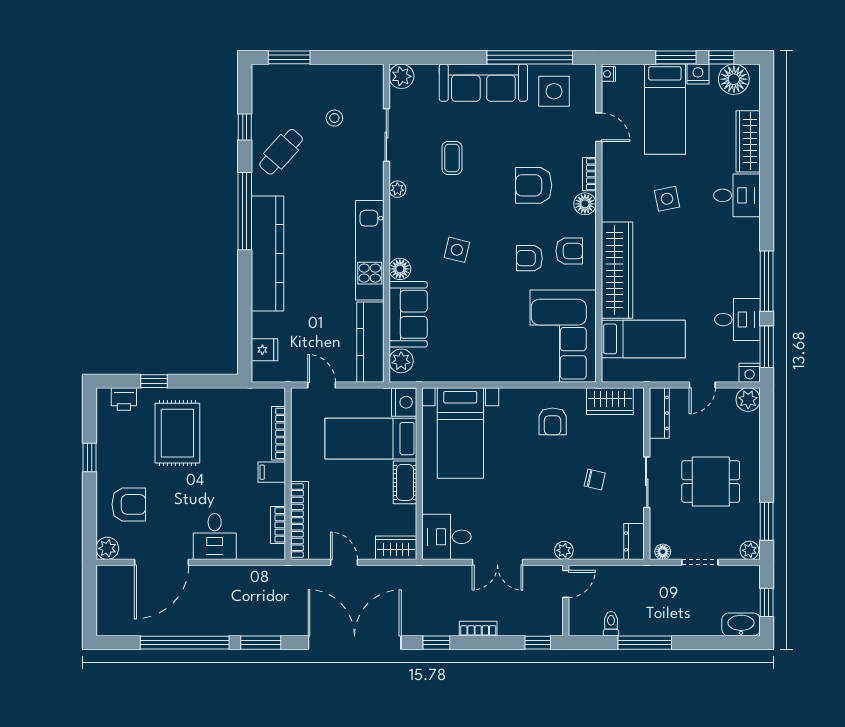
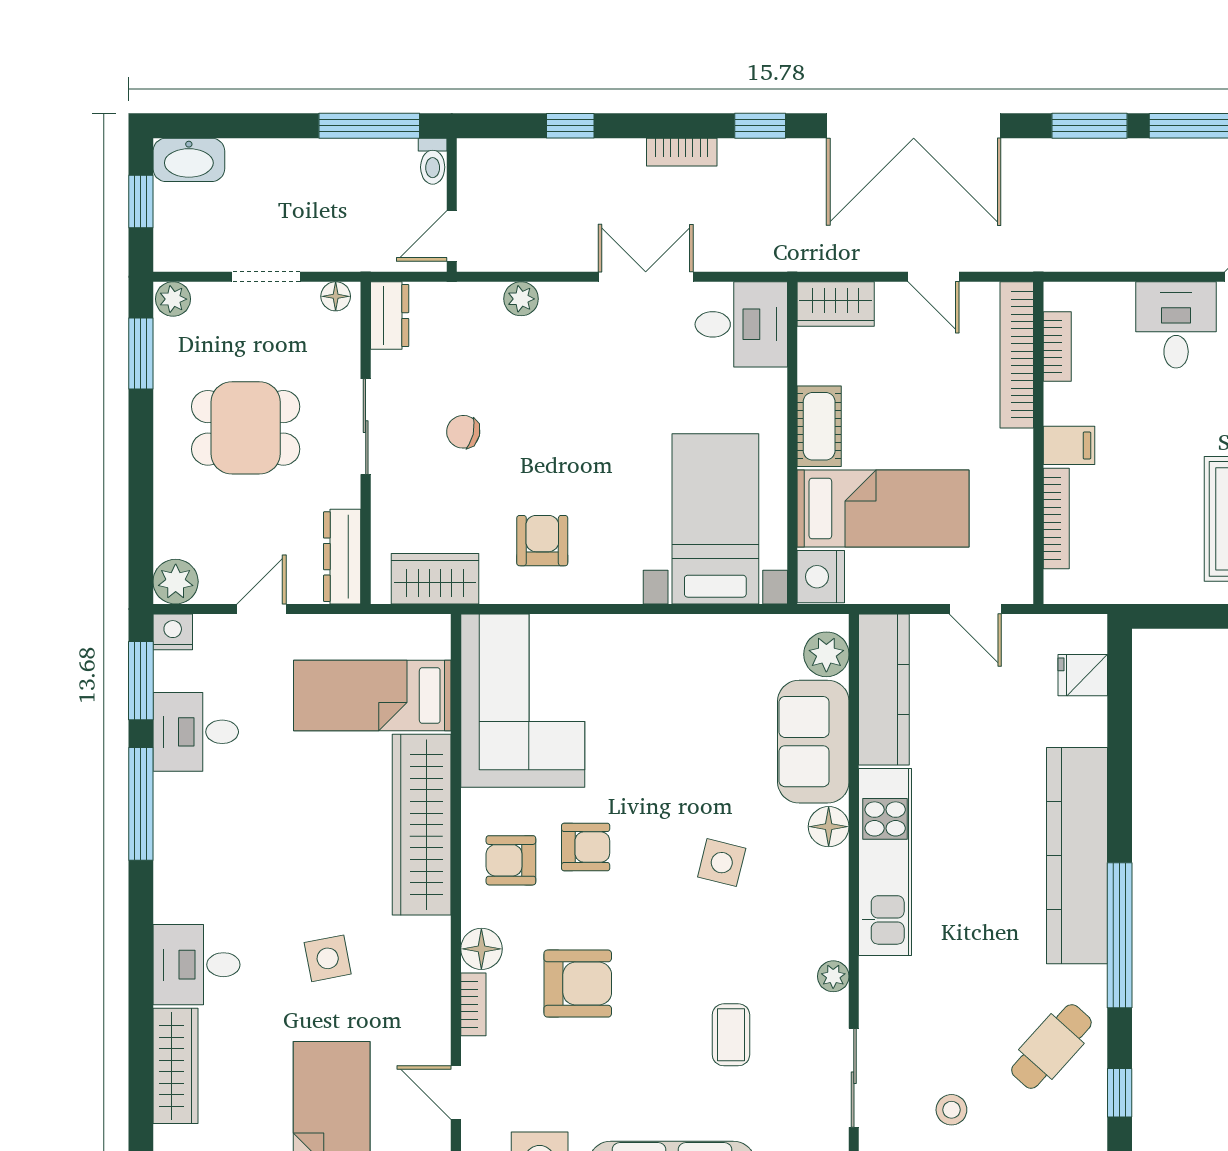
door: (566, 584) -> (452, 236), moved
wall: (566, 600) -> (452, 205), moved

